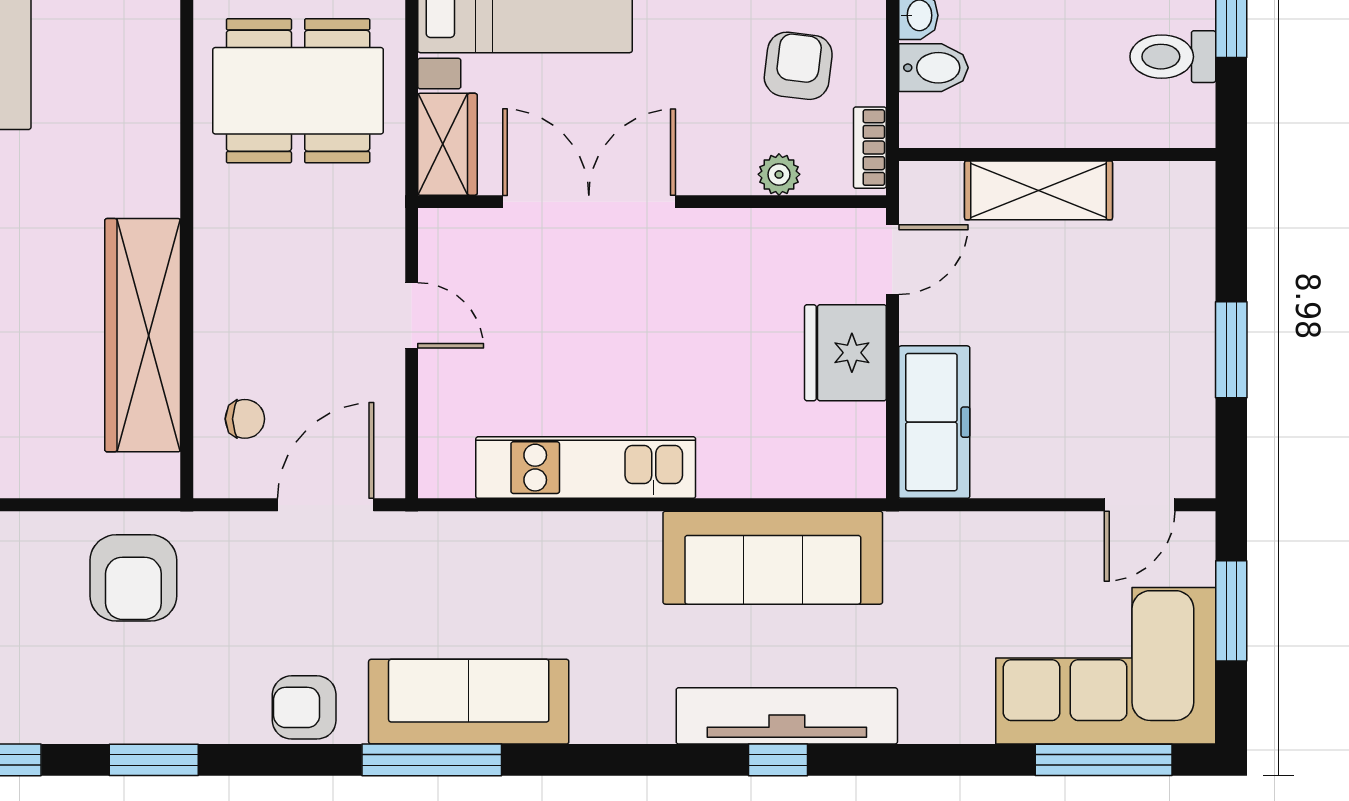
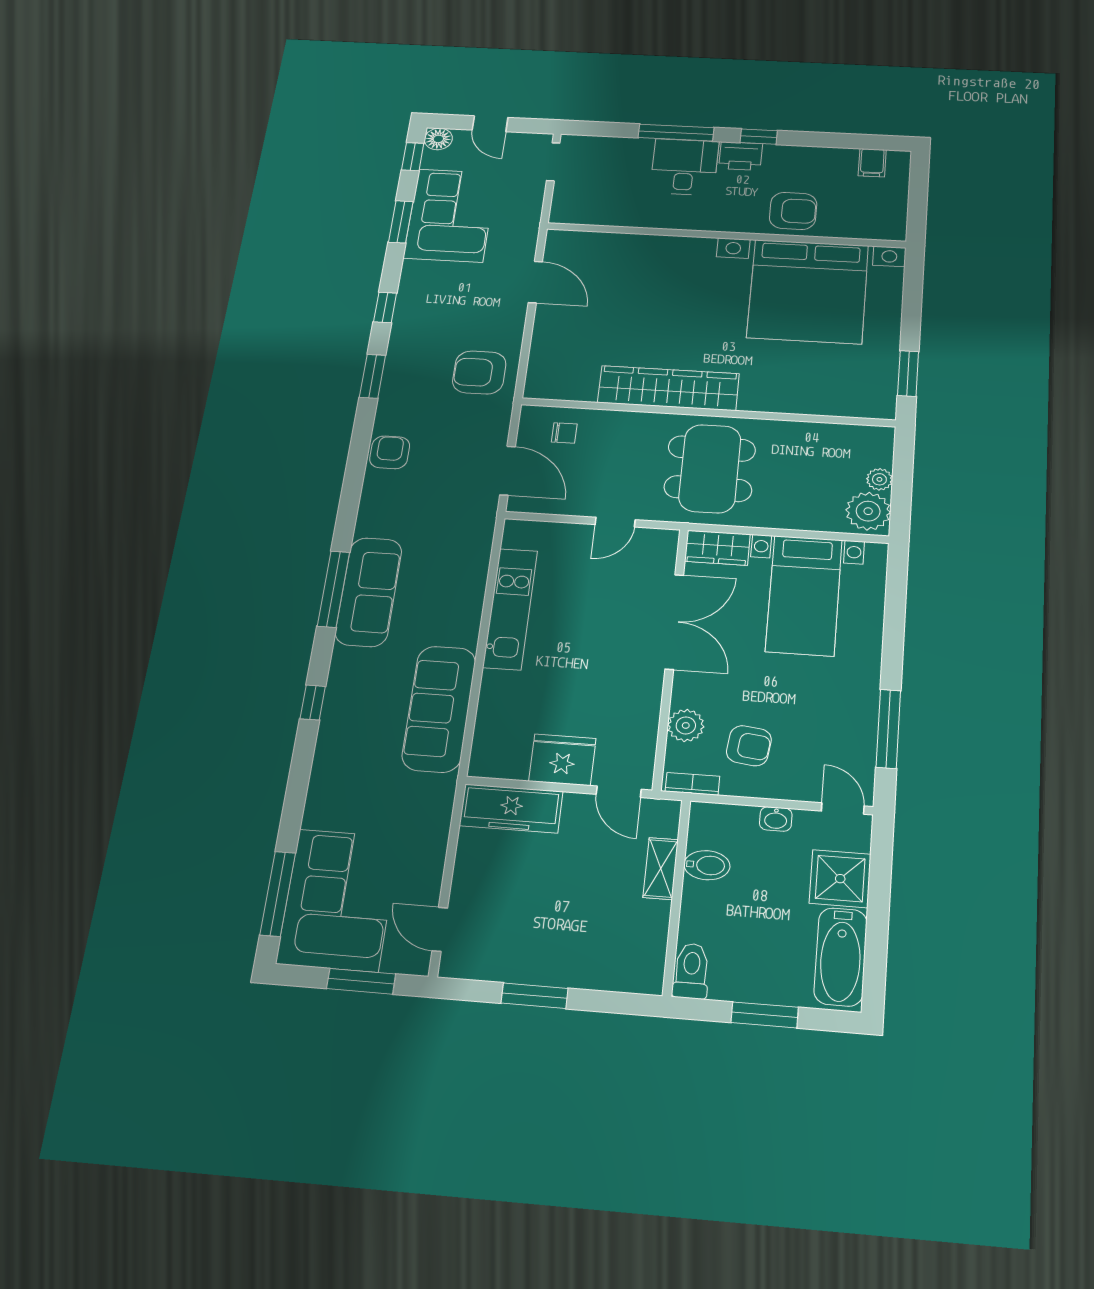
toilet: (1173, 57) -> (691, 971), moved
bidet: (933, 68) -> (707, 865), moved, turned -90
dining table: (298, 91) -> (710, 469), moved
plant: (779, 174) -> (686, 725), width x1.38, depth x1.38
shelving: (1039, 190) -> (661, 868), width x0.67, depth x0.75
wardrobe: (143, 335) -> (668, 388), moved
chair: (245, 419) -> (564, 433), turned -90
sofa: (469, 702) -> (369, 592), moved
tv unit: (787, 716) -> (339, 709), removed
window: (432, 760) -> (334, 589), moved

